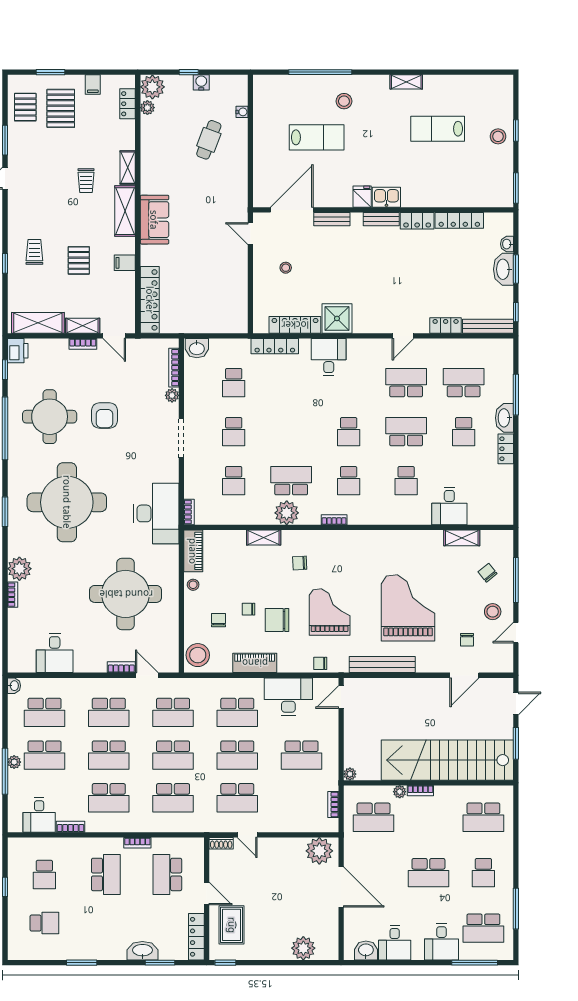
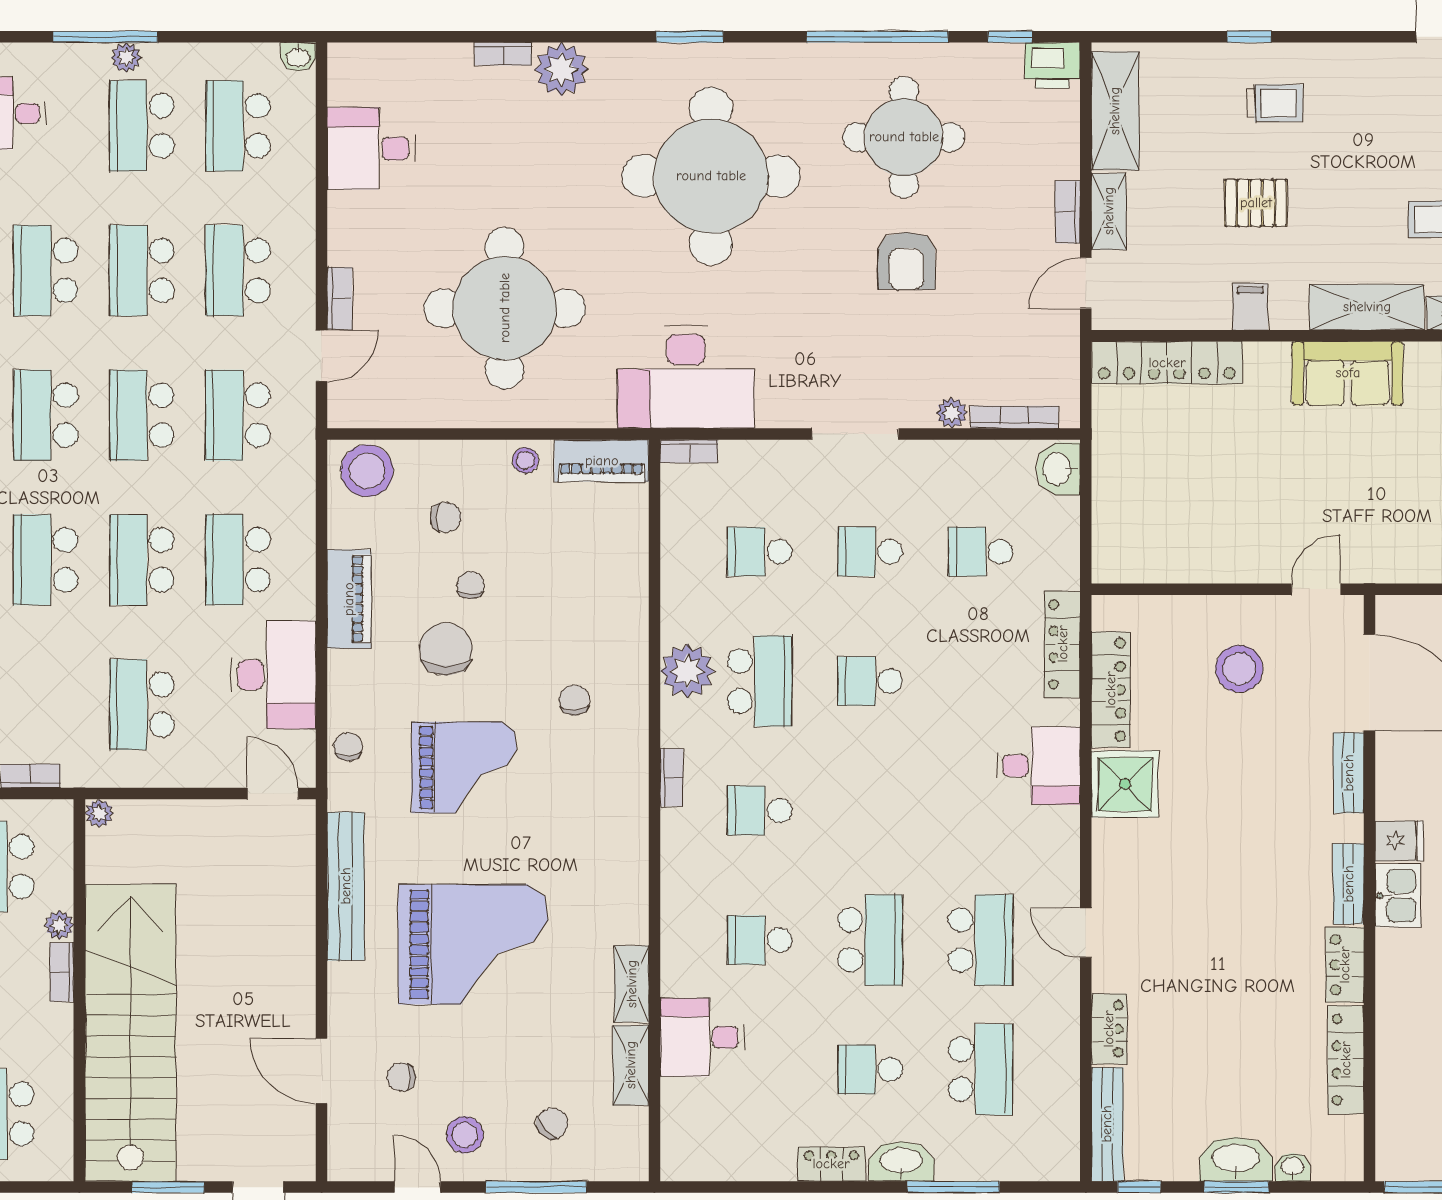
stool: (286, 268) -> (1239, 669), width x1.89, depth x1.89
armchair: (105, 416) -> (906, 261), turned -90
school desk: (349, 432) -> (870, 681), moved
shelving: (264, 538) -> (632, 984), moved

